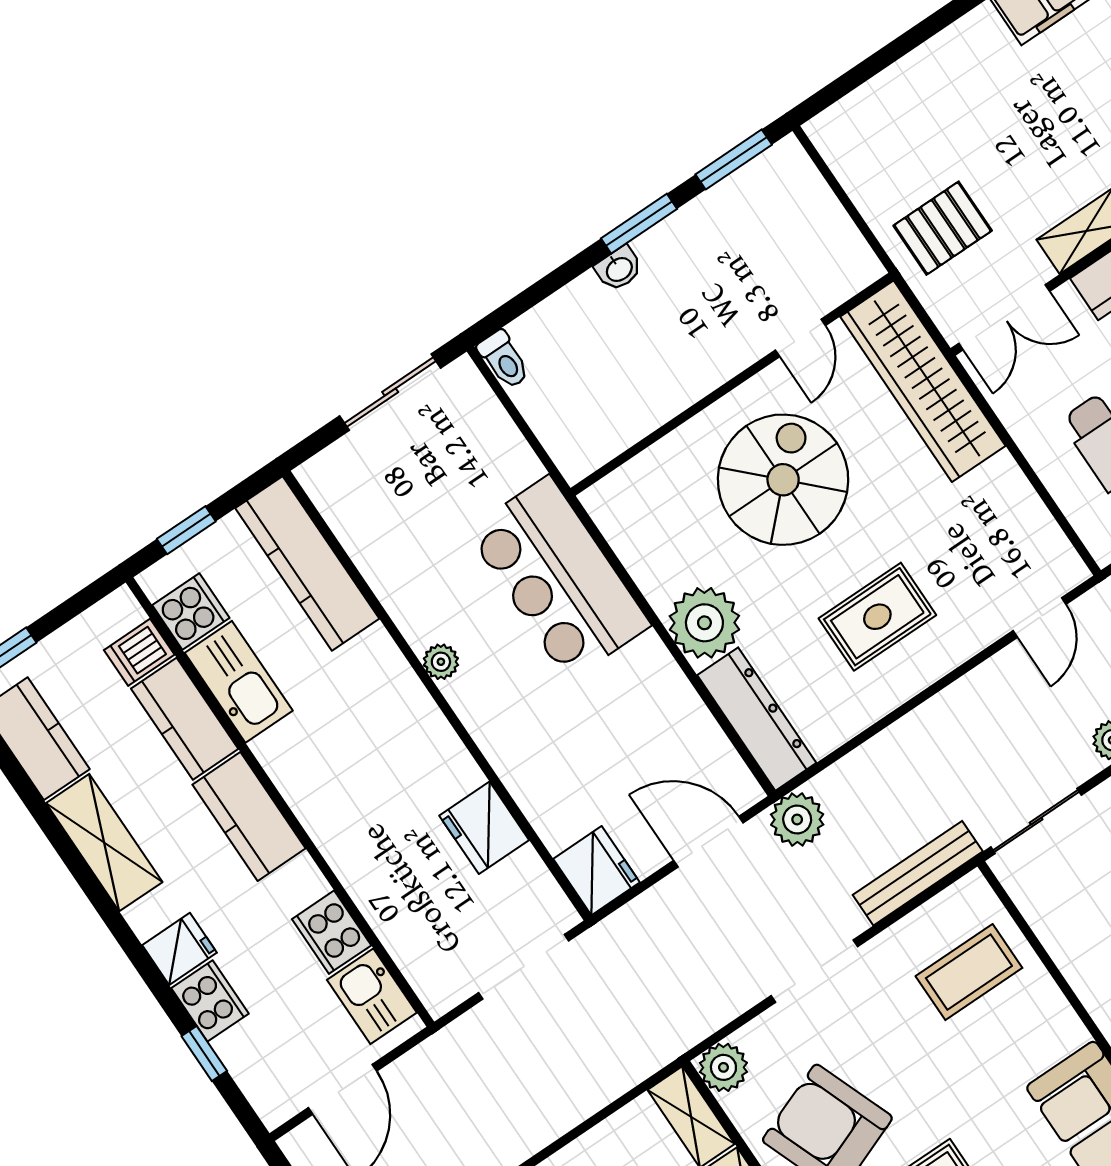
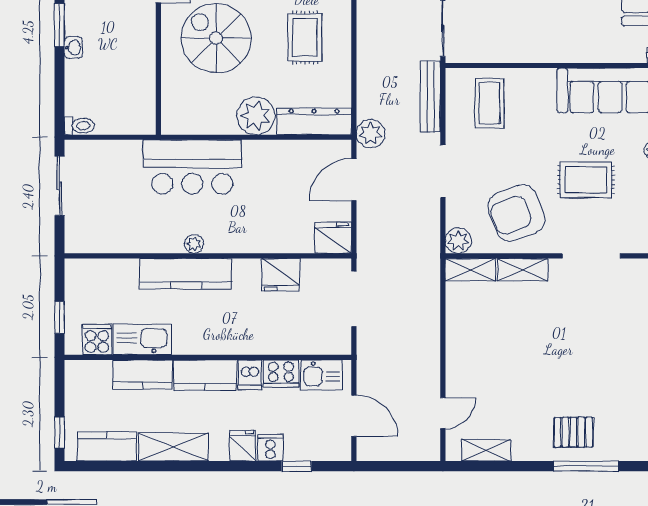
kitchen counter: (307, 563) -> (186, 274), moved
dishwasher: (139, 652) -> (250, 375), moved
cooker: (210, 1001) -> (270, 448), width x0.73

